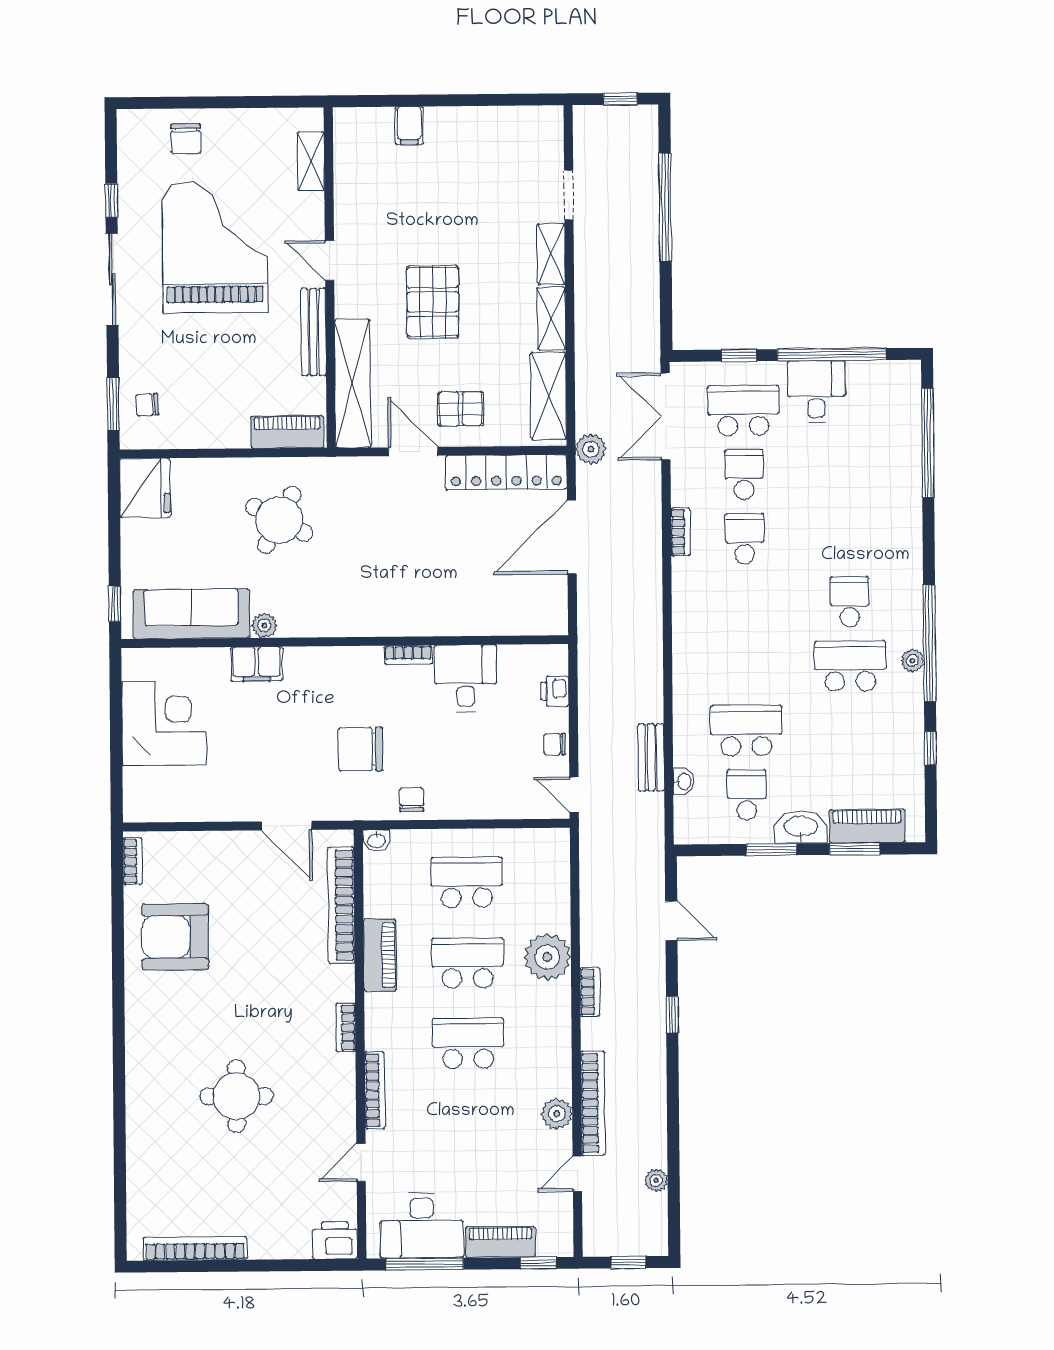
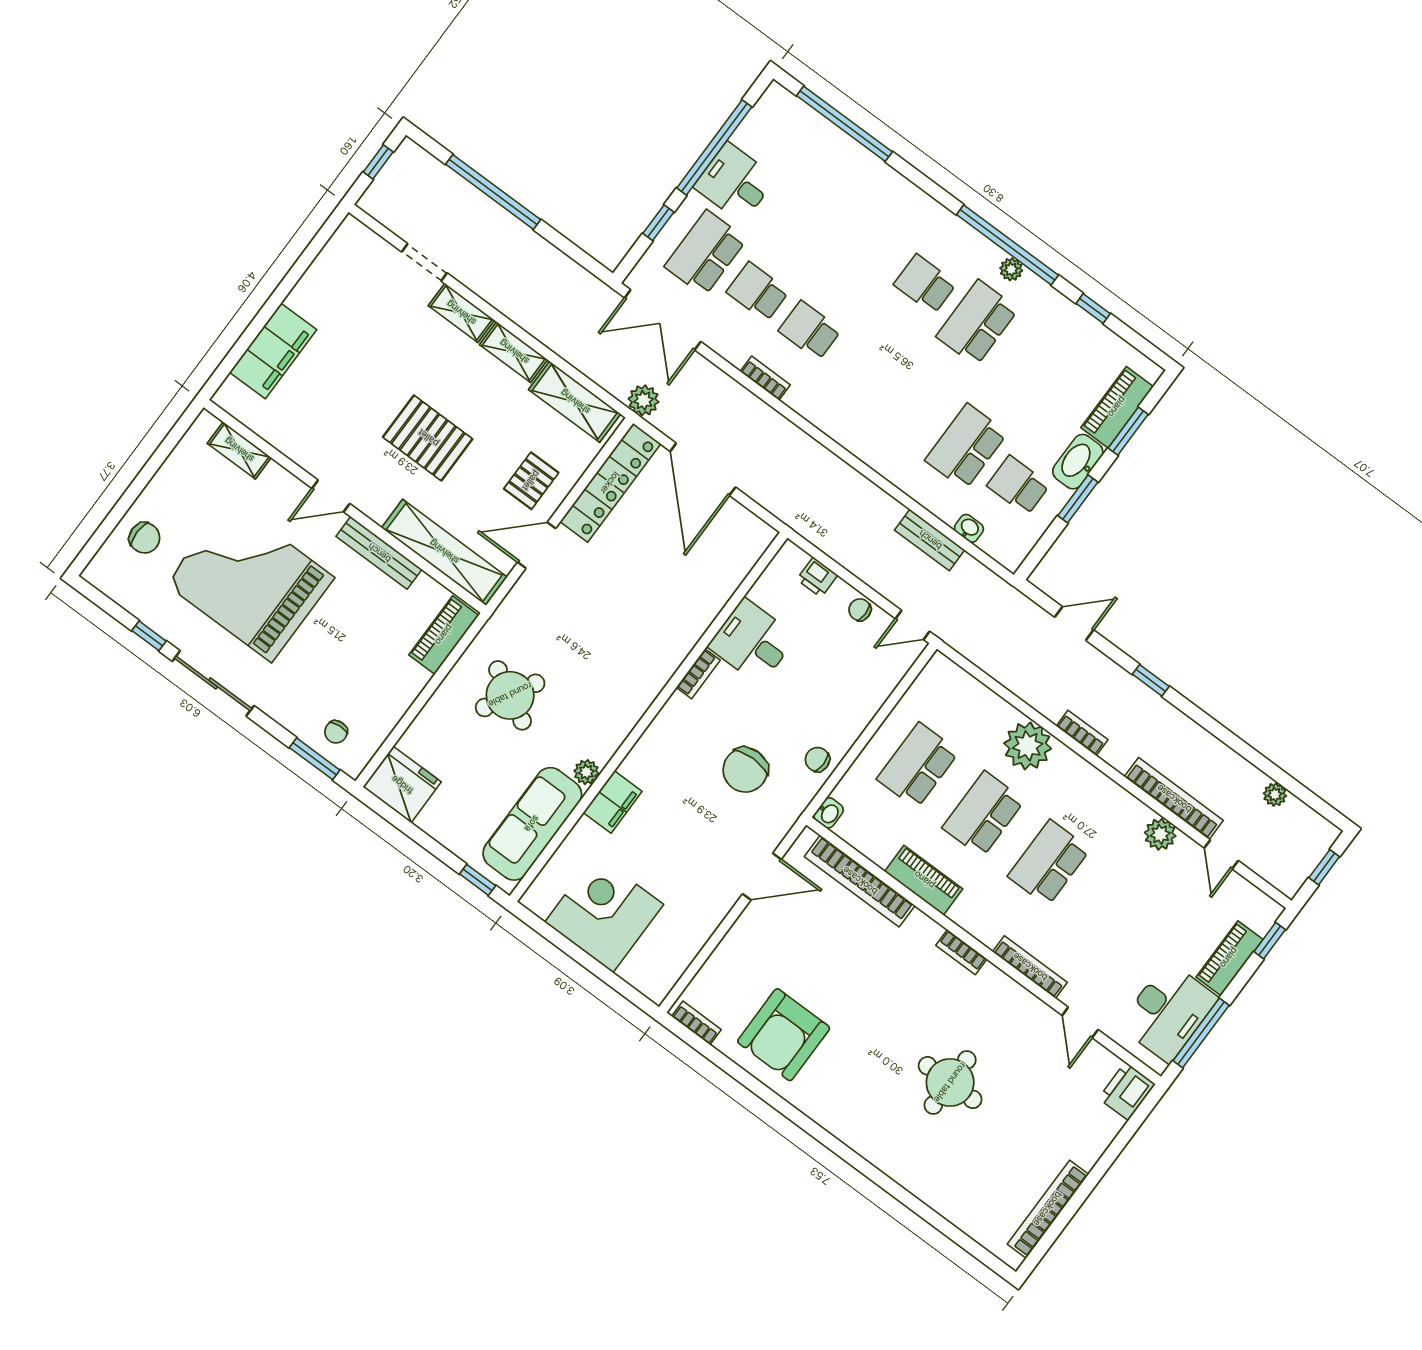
filing cabinet: (409, 126) -> (273, 351), width x3.00, depth x1.17
chair: (555, 744) -> (860, 610), turned 90

